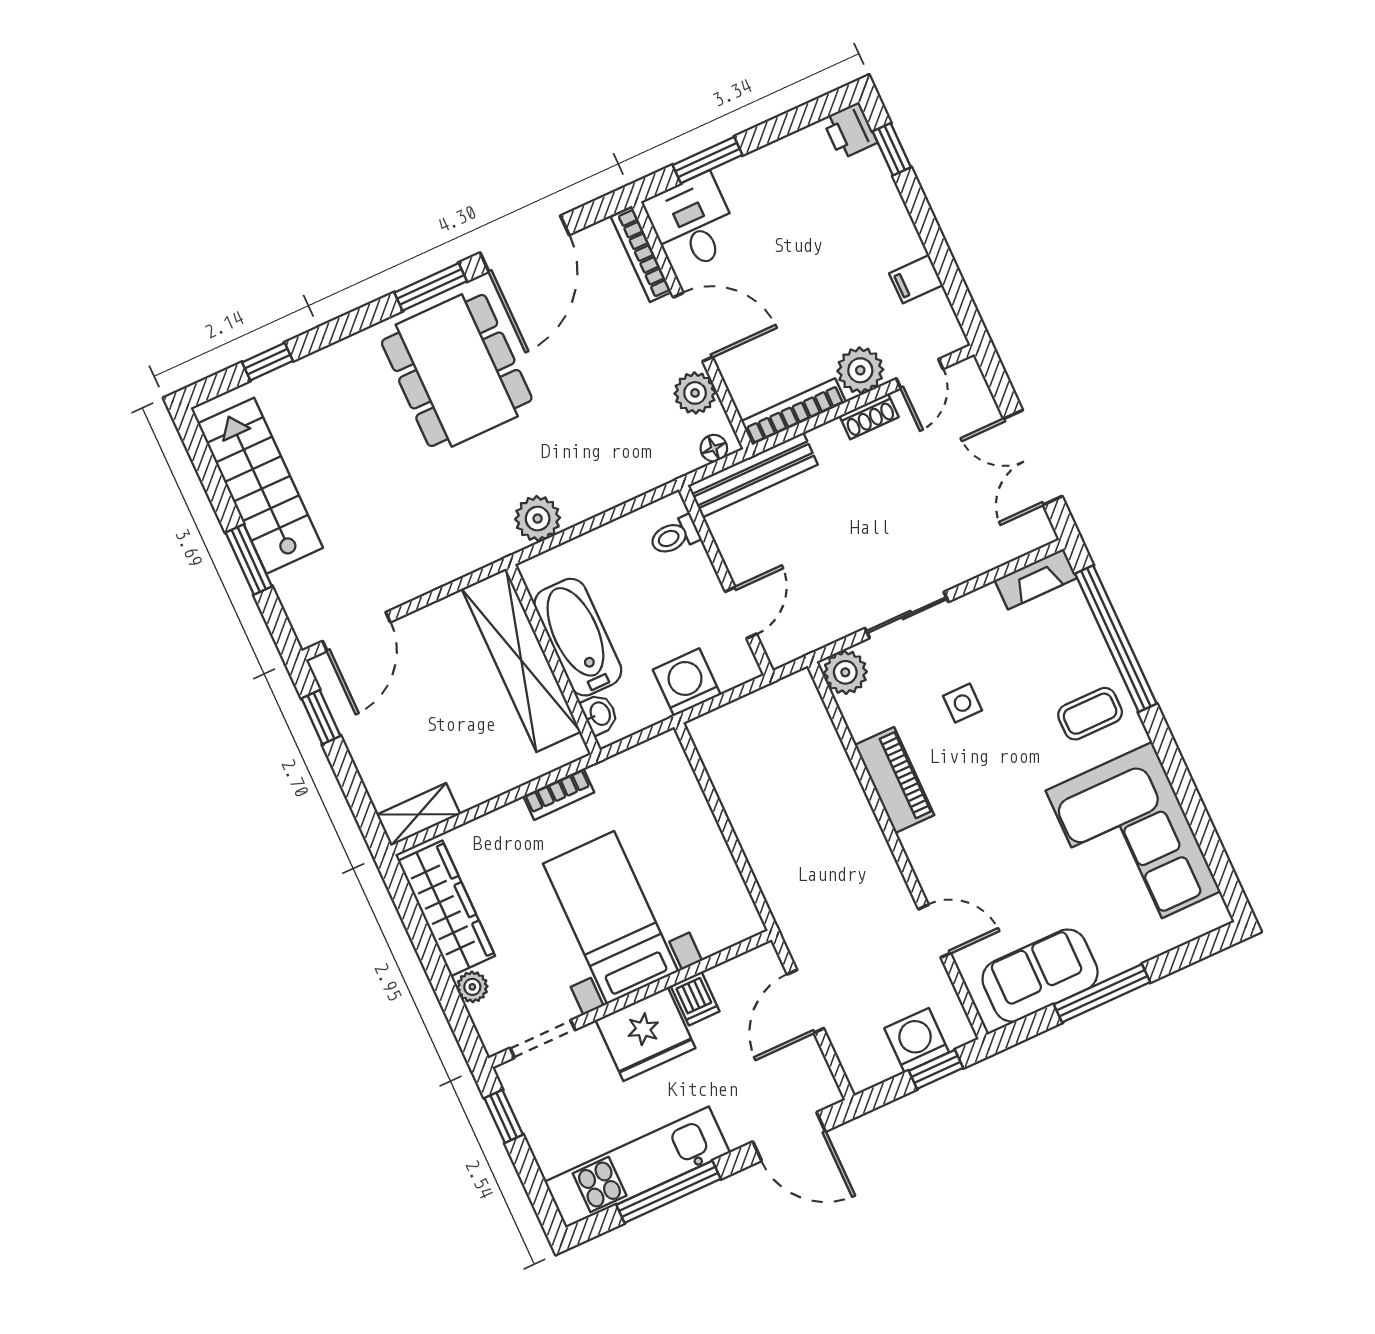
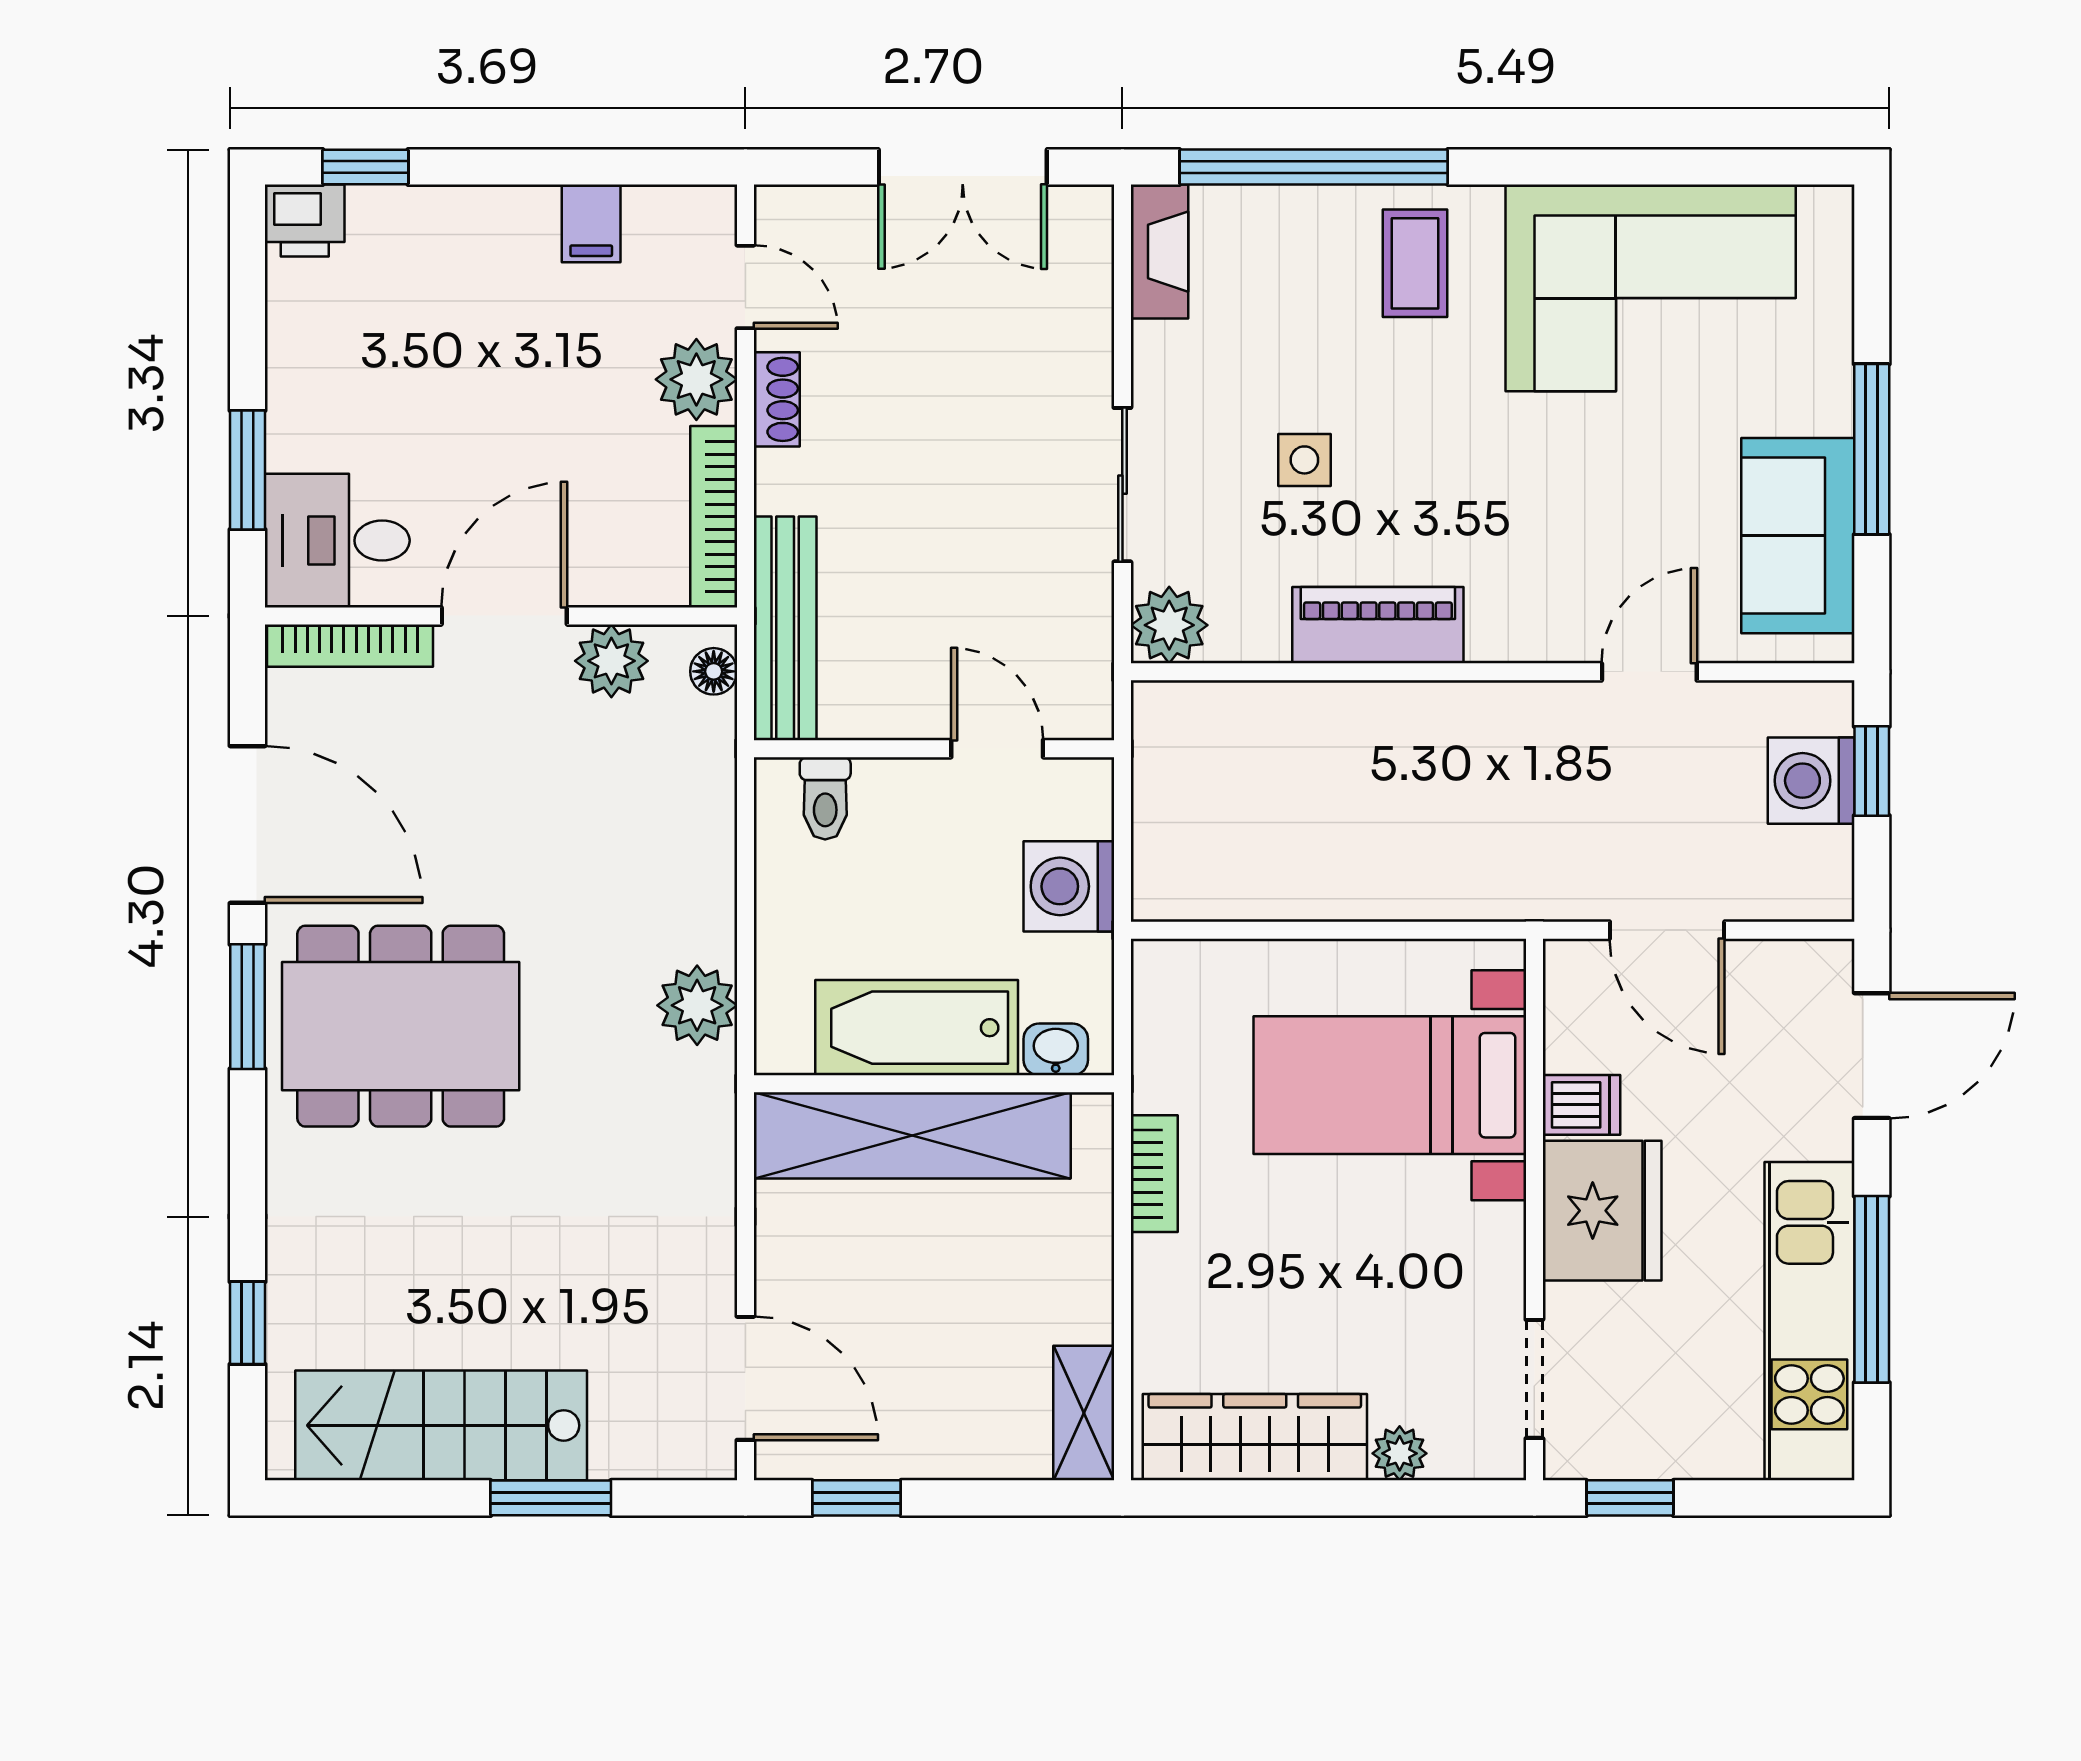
bed with nightstands: (611, 918) -> (1390, 1085), moved

